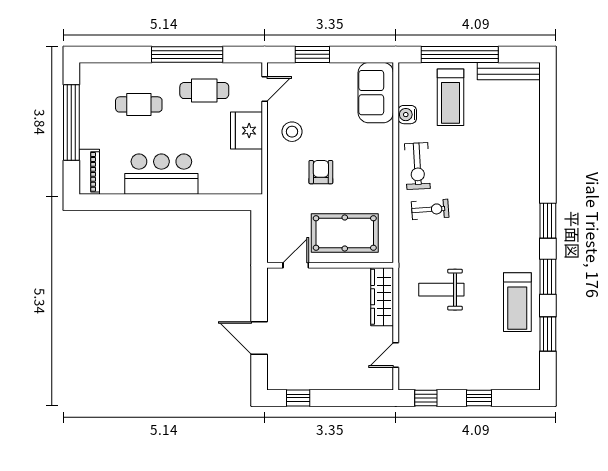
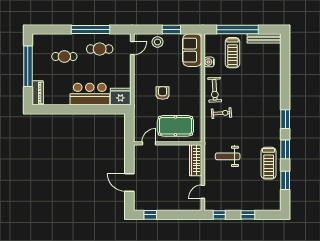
window: (312, 54) -> (171, 30), moved
fridge: (246, 131) -> (120, 97), moved, turned 90
stool: (292, 132) -> (158, 42), moved
bar counter: (161, 174) -> (90, 94), moved

